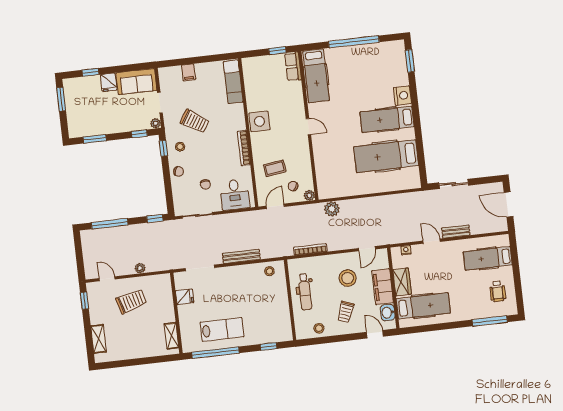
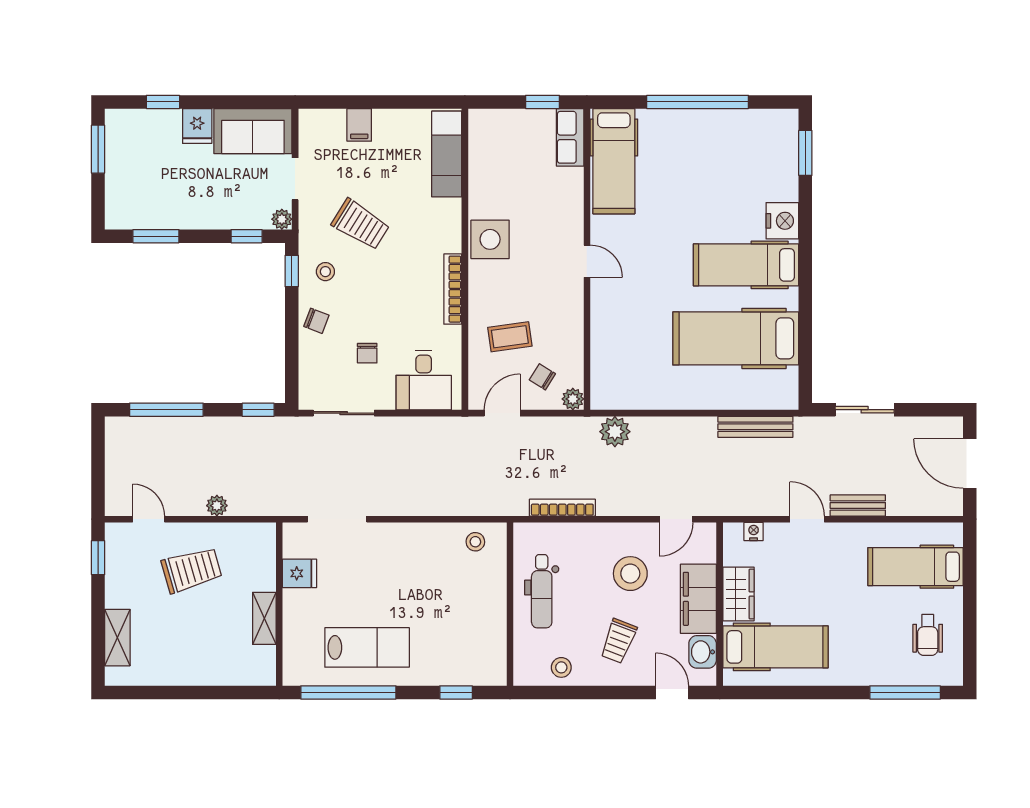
bench: (241, 256) -> (755, 427), moved
shelving: (172, 336) -> (264, 618), moved

